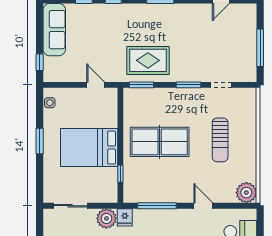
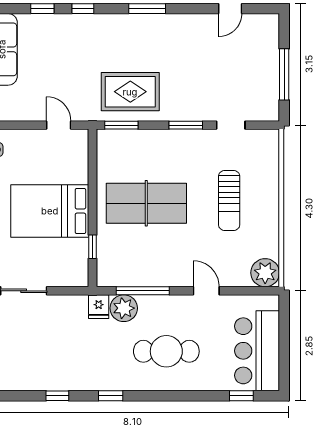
plant: (106, 218) -> (124, 308), moved

